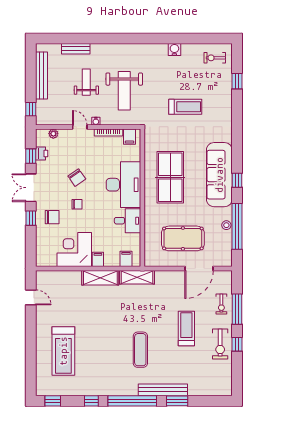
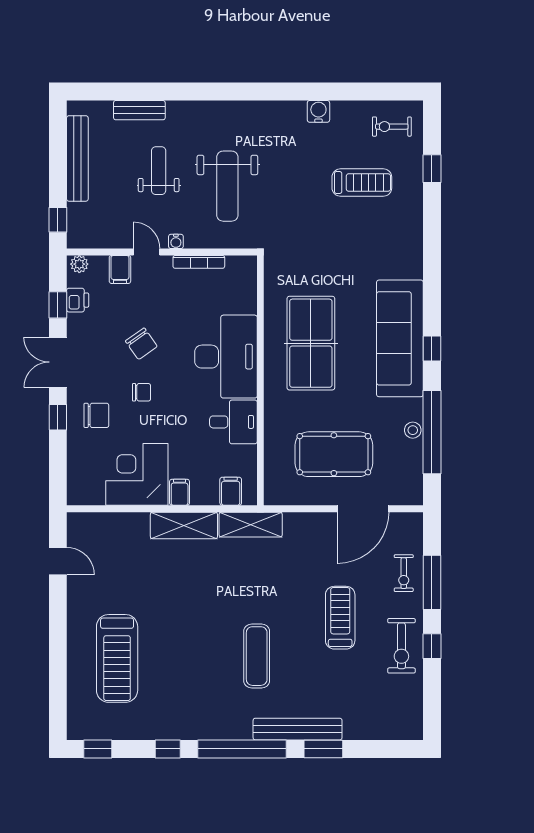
treadmill: (185, 107) -> (362, 183), moved
plant: (53, 134) -> (79, 264), moved
filing cabinet: (130, 137) -> (120, 269), moved

